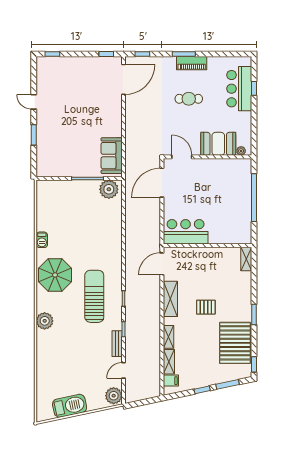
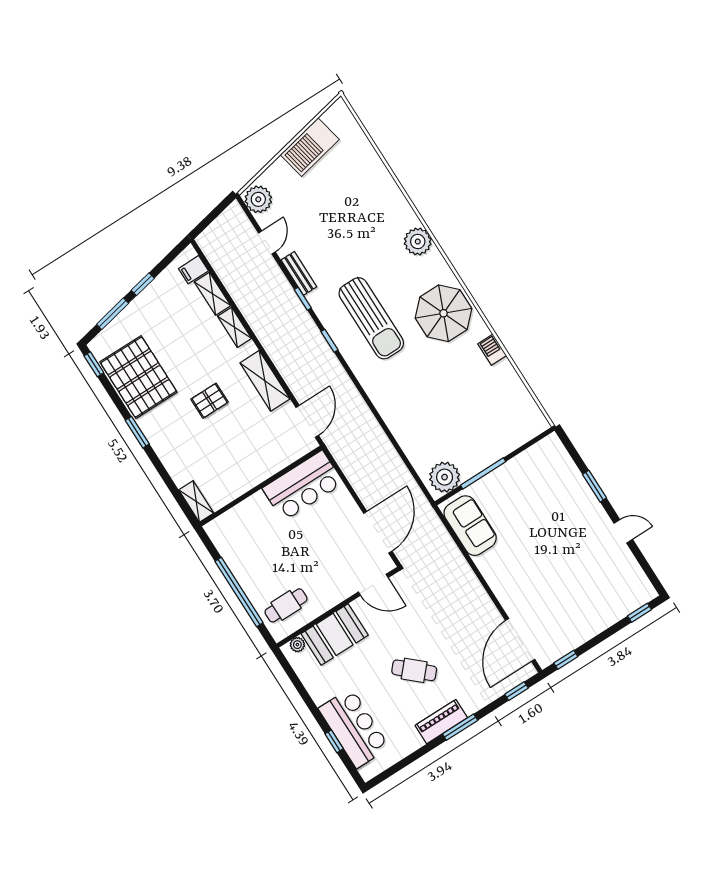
cafe table: (189, 99) -> (414, 670), turned 42
cafe table: (234, 175) -> (286, 605), added

